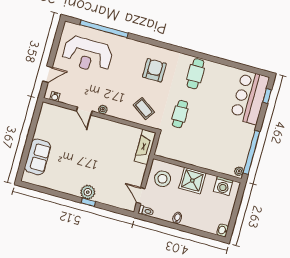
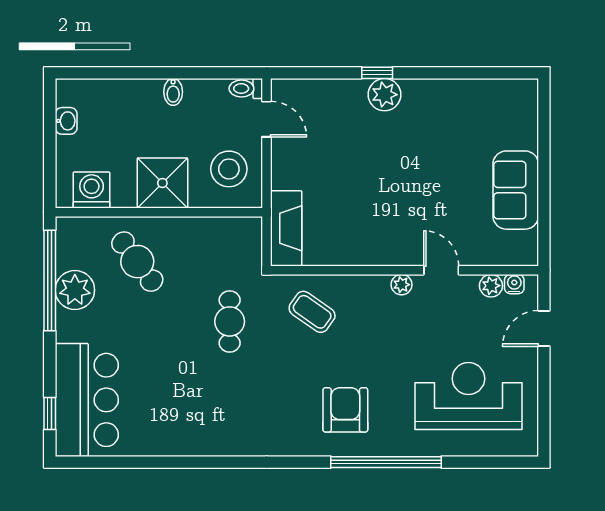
window: (104, 29) -> (386, 462), moved
armchair: (154, 70) -> (345, 410), moved, turned 180
cafe table: (196, 74) -> (137, 262), moved, turned -37
plant: (65, 99) -> (491, 286), added
sofa: (38, 157) -> (516, 190), moved
plant: (239, 171) -> (75, 290), moved, width x1.88, depth x1.88
washbasin: (223, 230) -> (66, 121), moved

